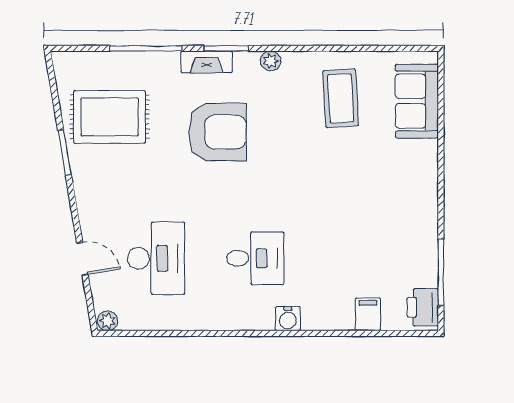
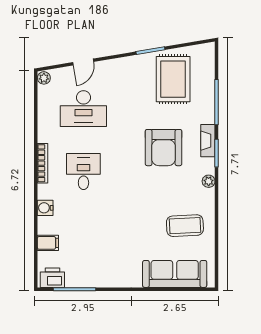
sofa: (417, 101) -> (175, 274), width x1.36
desk: (255, 258) -> (83, 172), turned 180
water cooler: (288, 319) -> (45, 208), moved
bookcase: (242, 323) -> (43, 163), added

